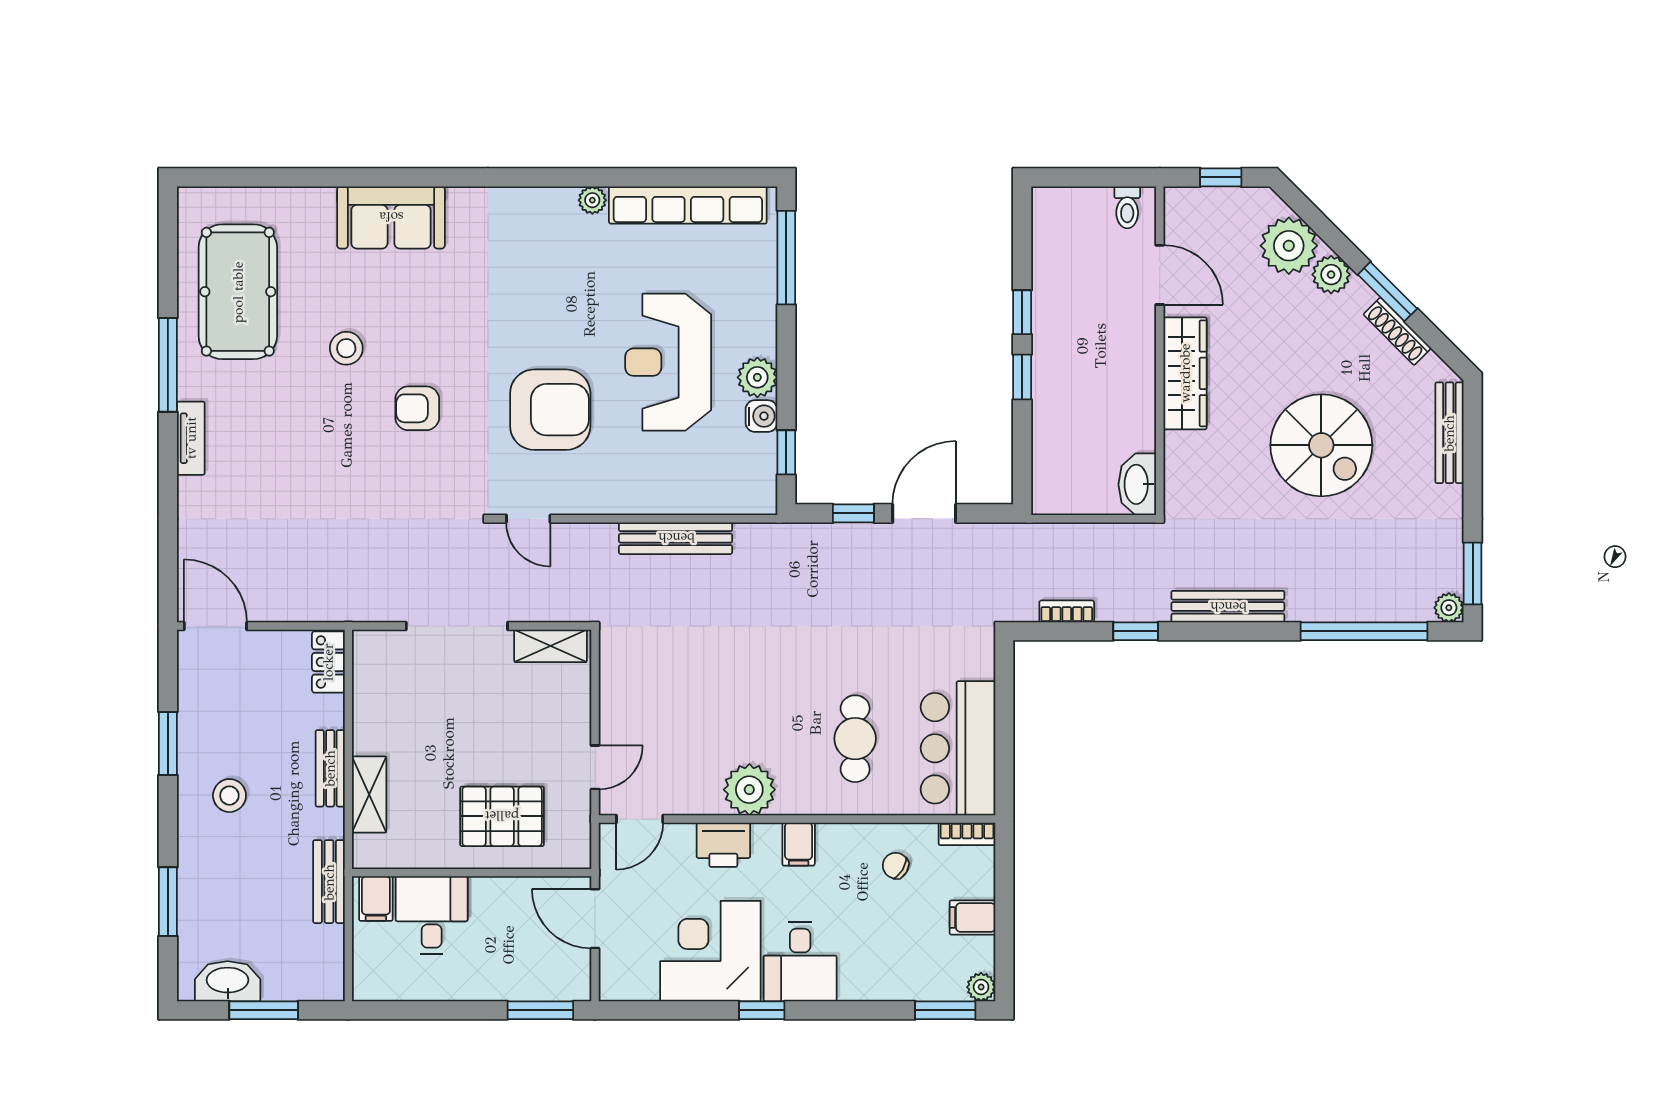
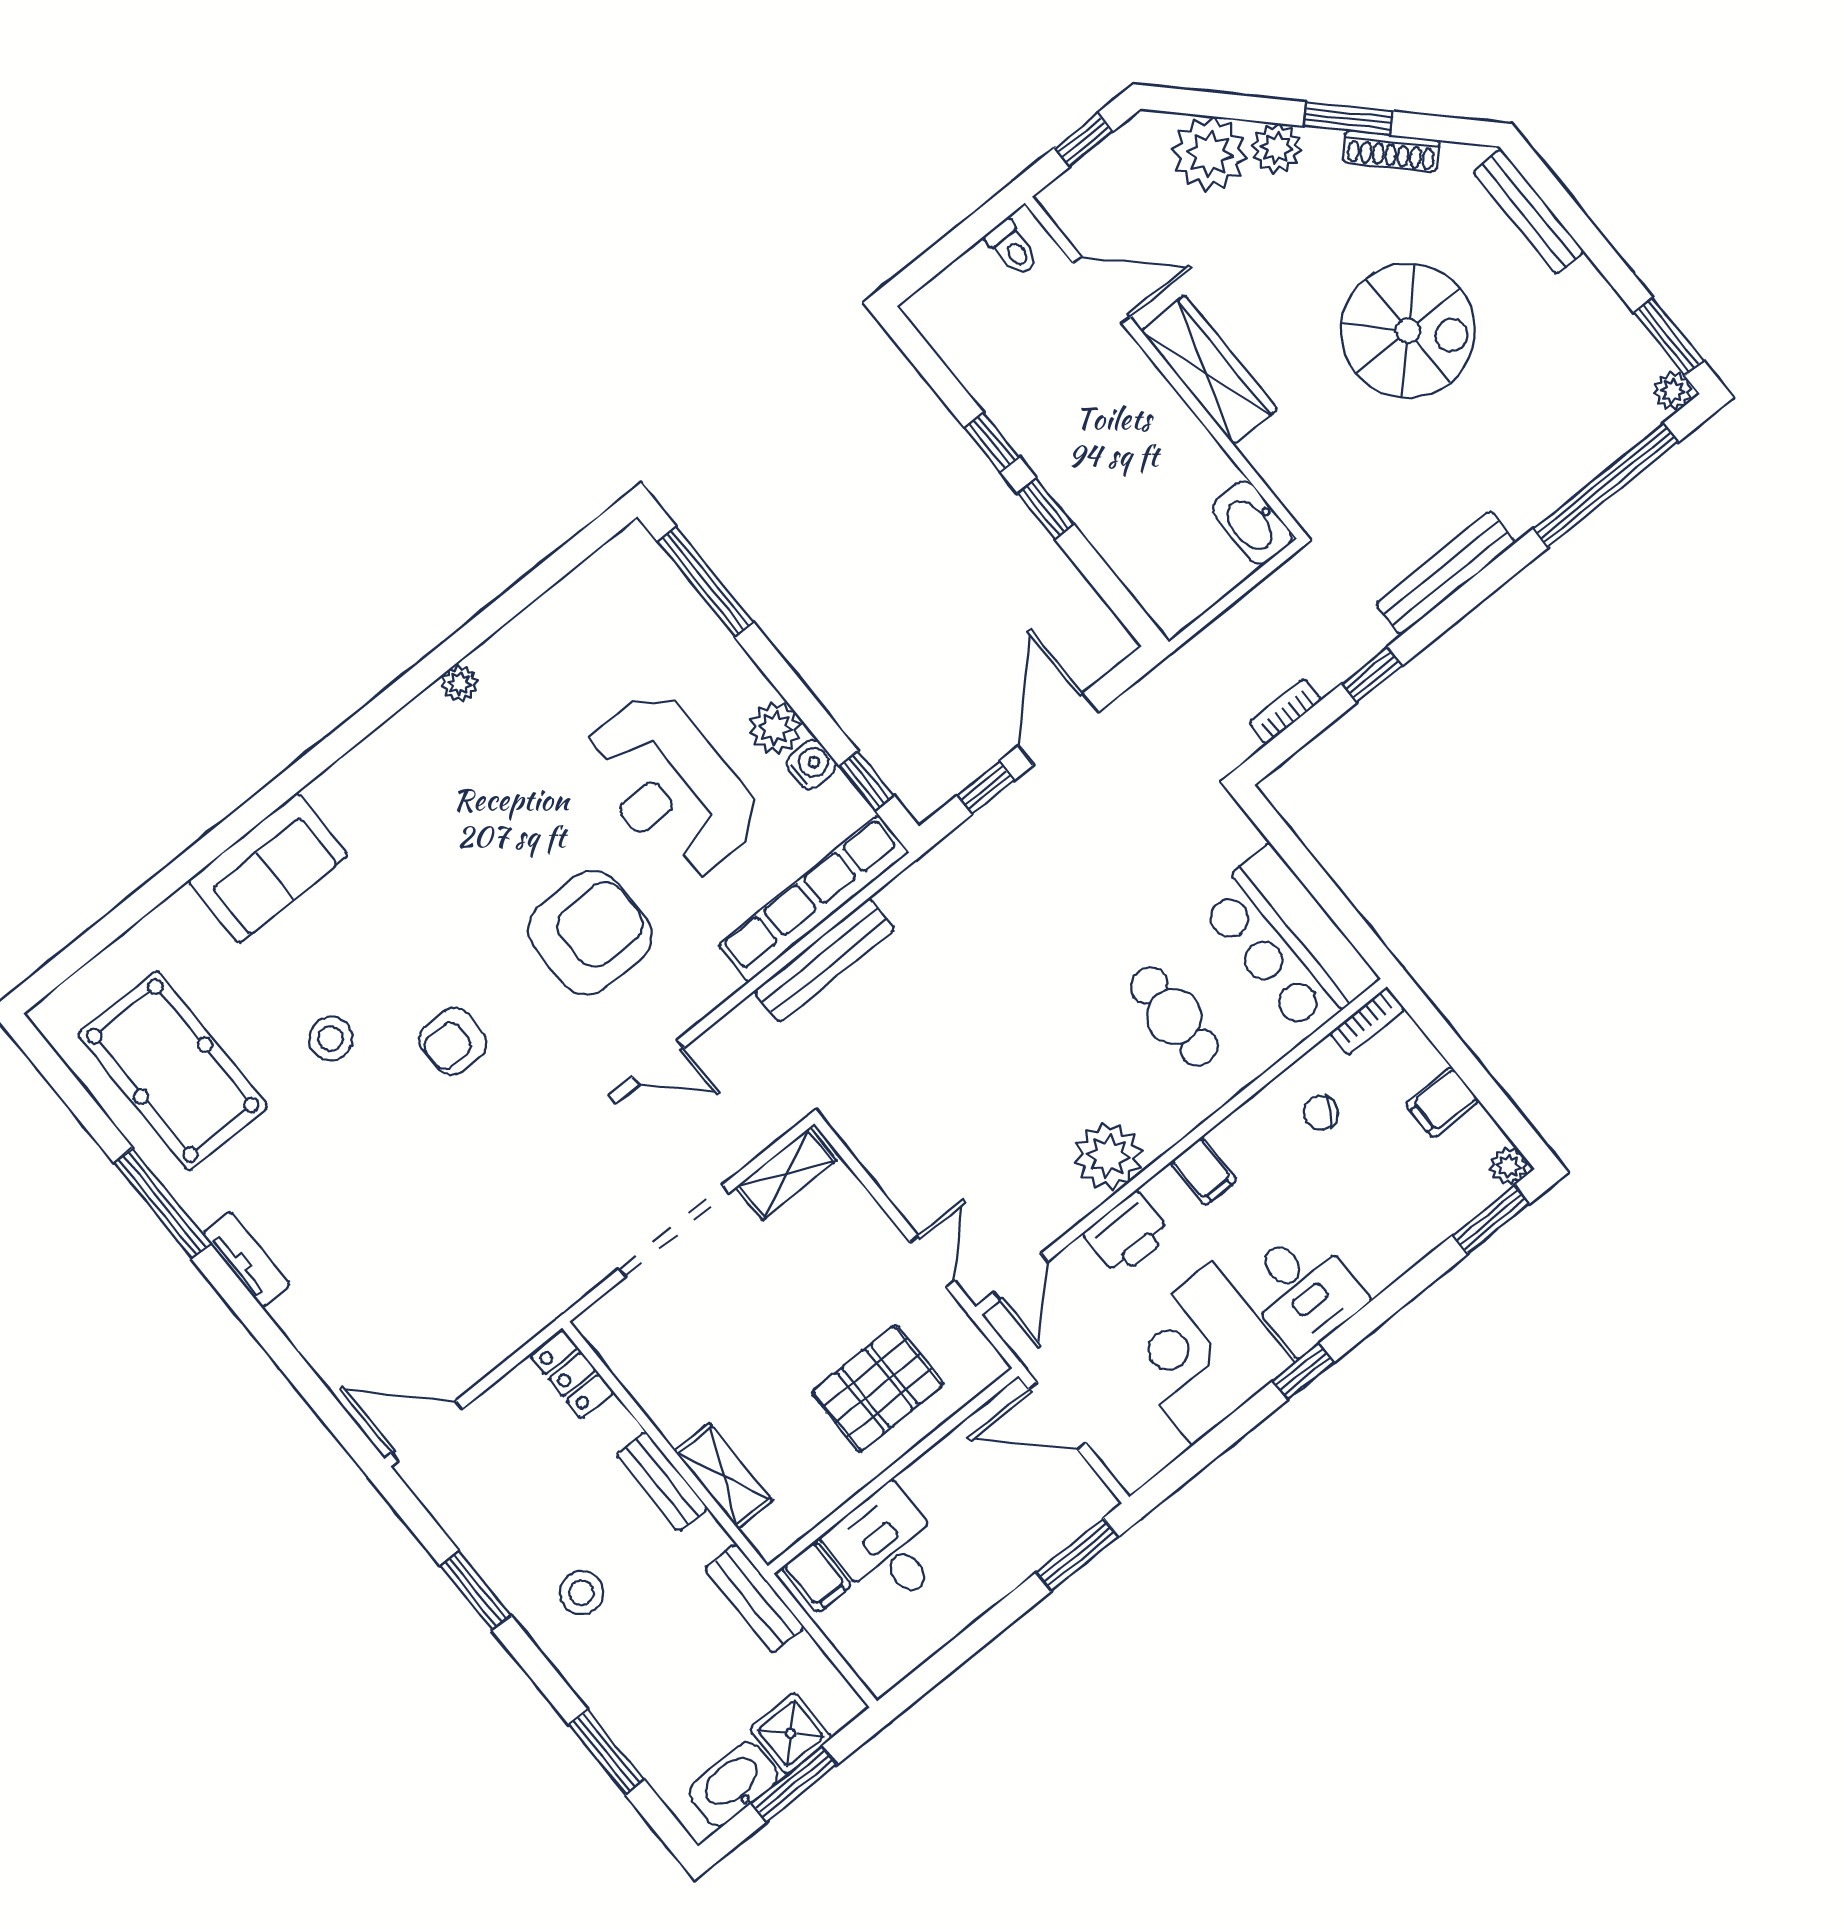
row of seats: (688, 205) -> (813, 899), moved, turned 180
shower: (286, 979) -> (791, 1733), added

